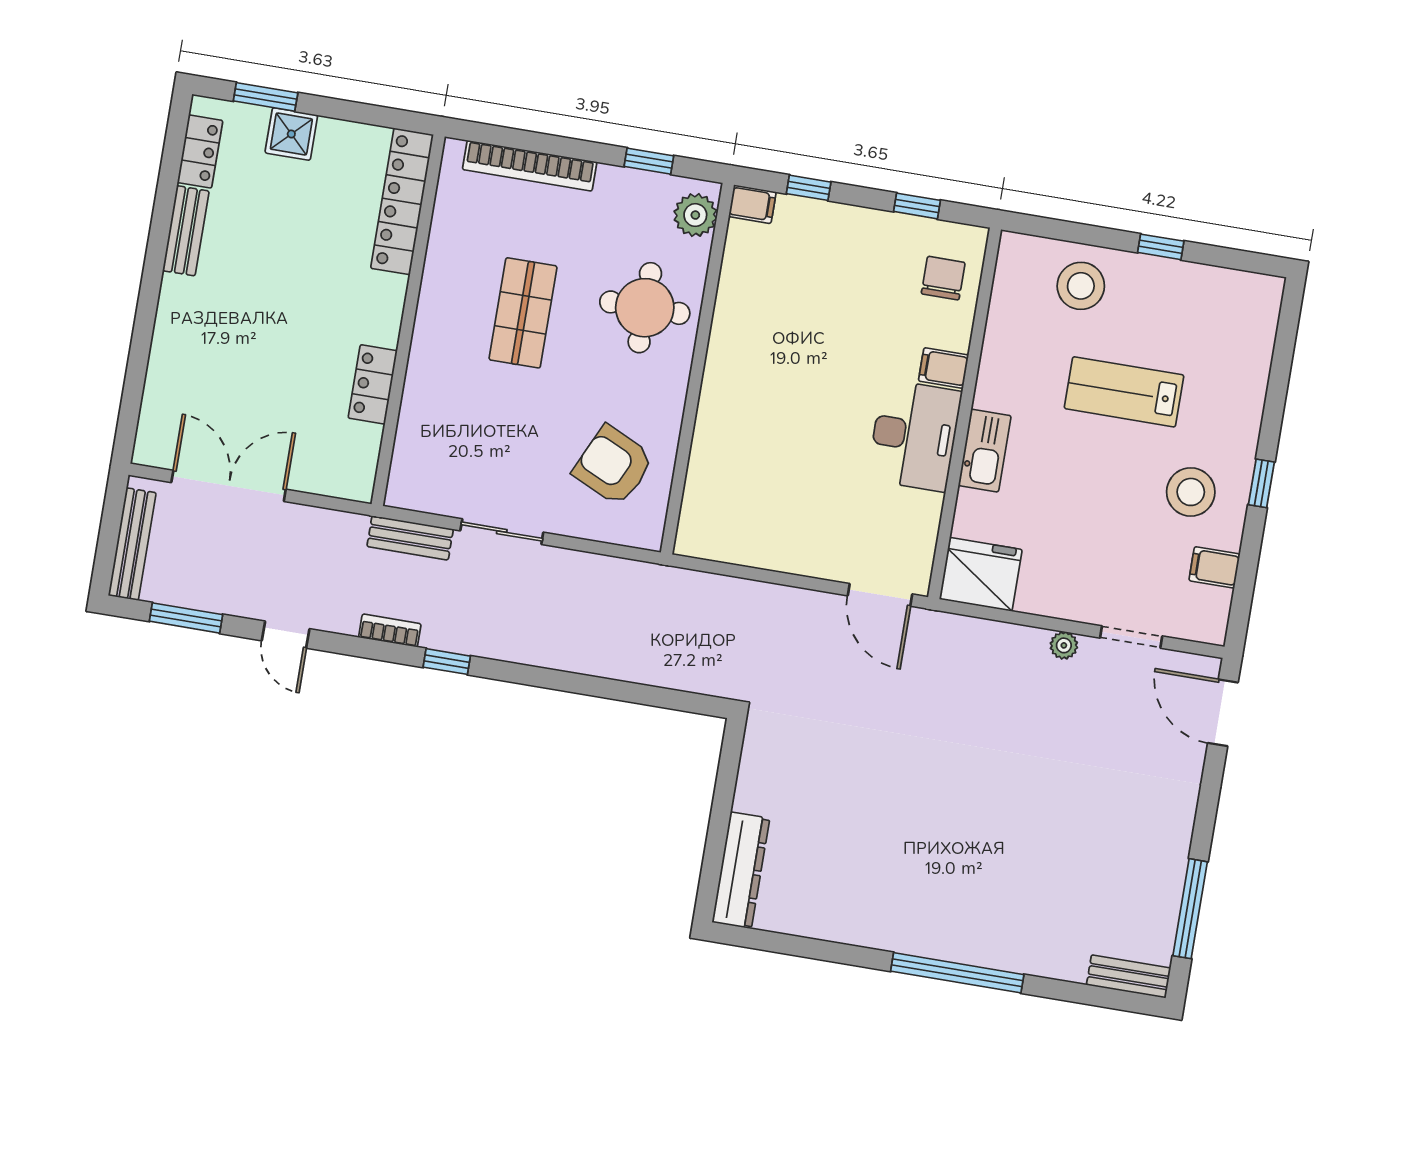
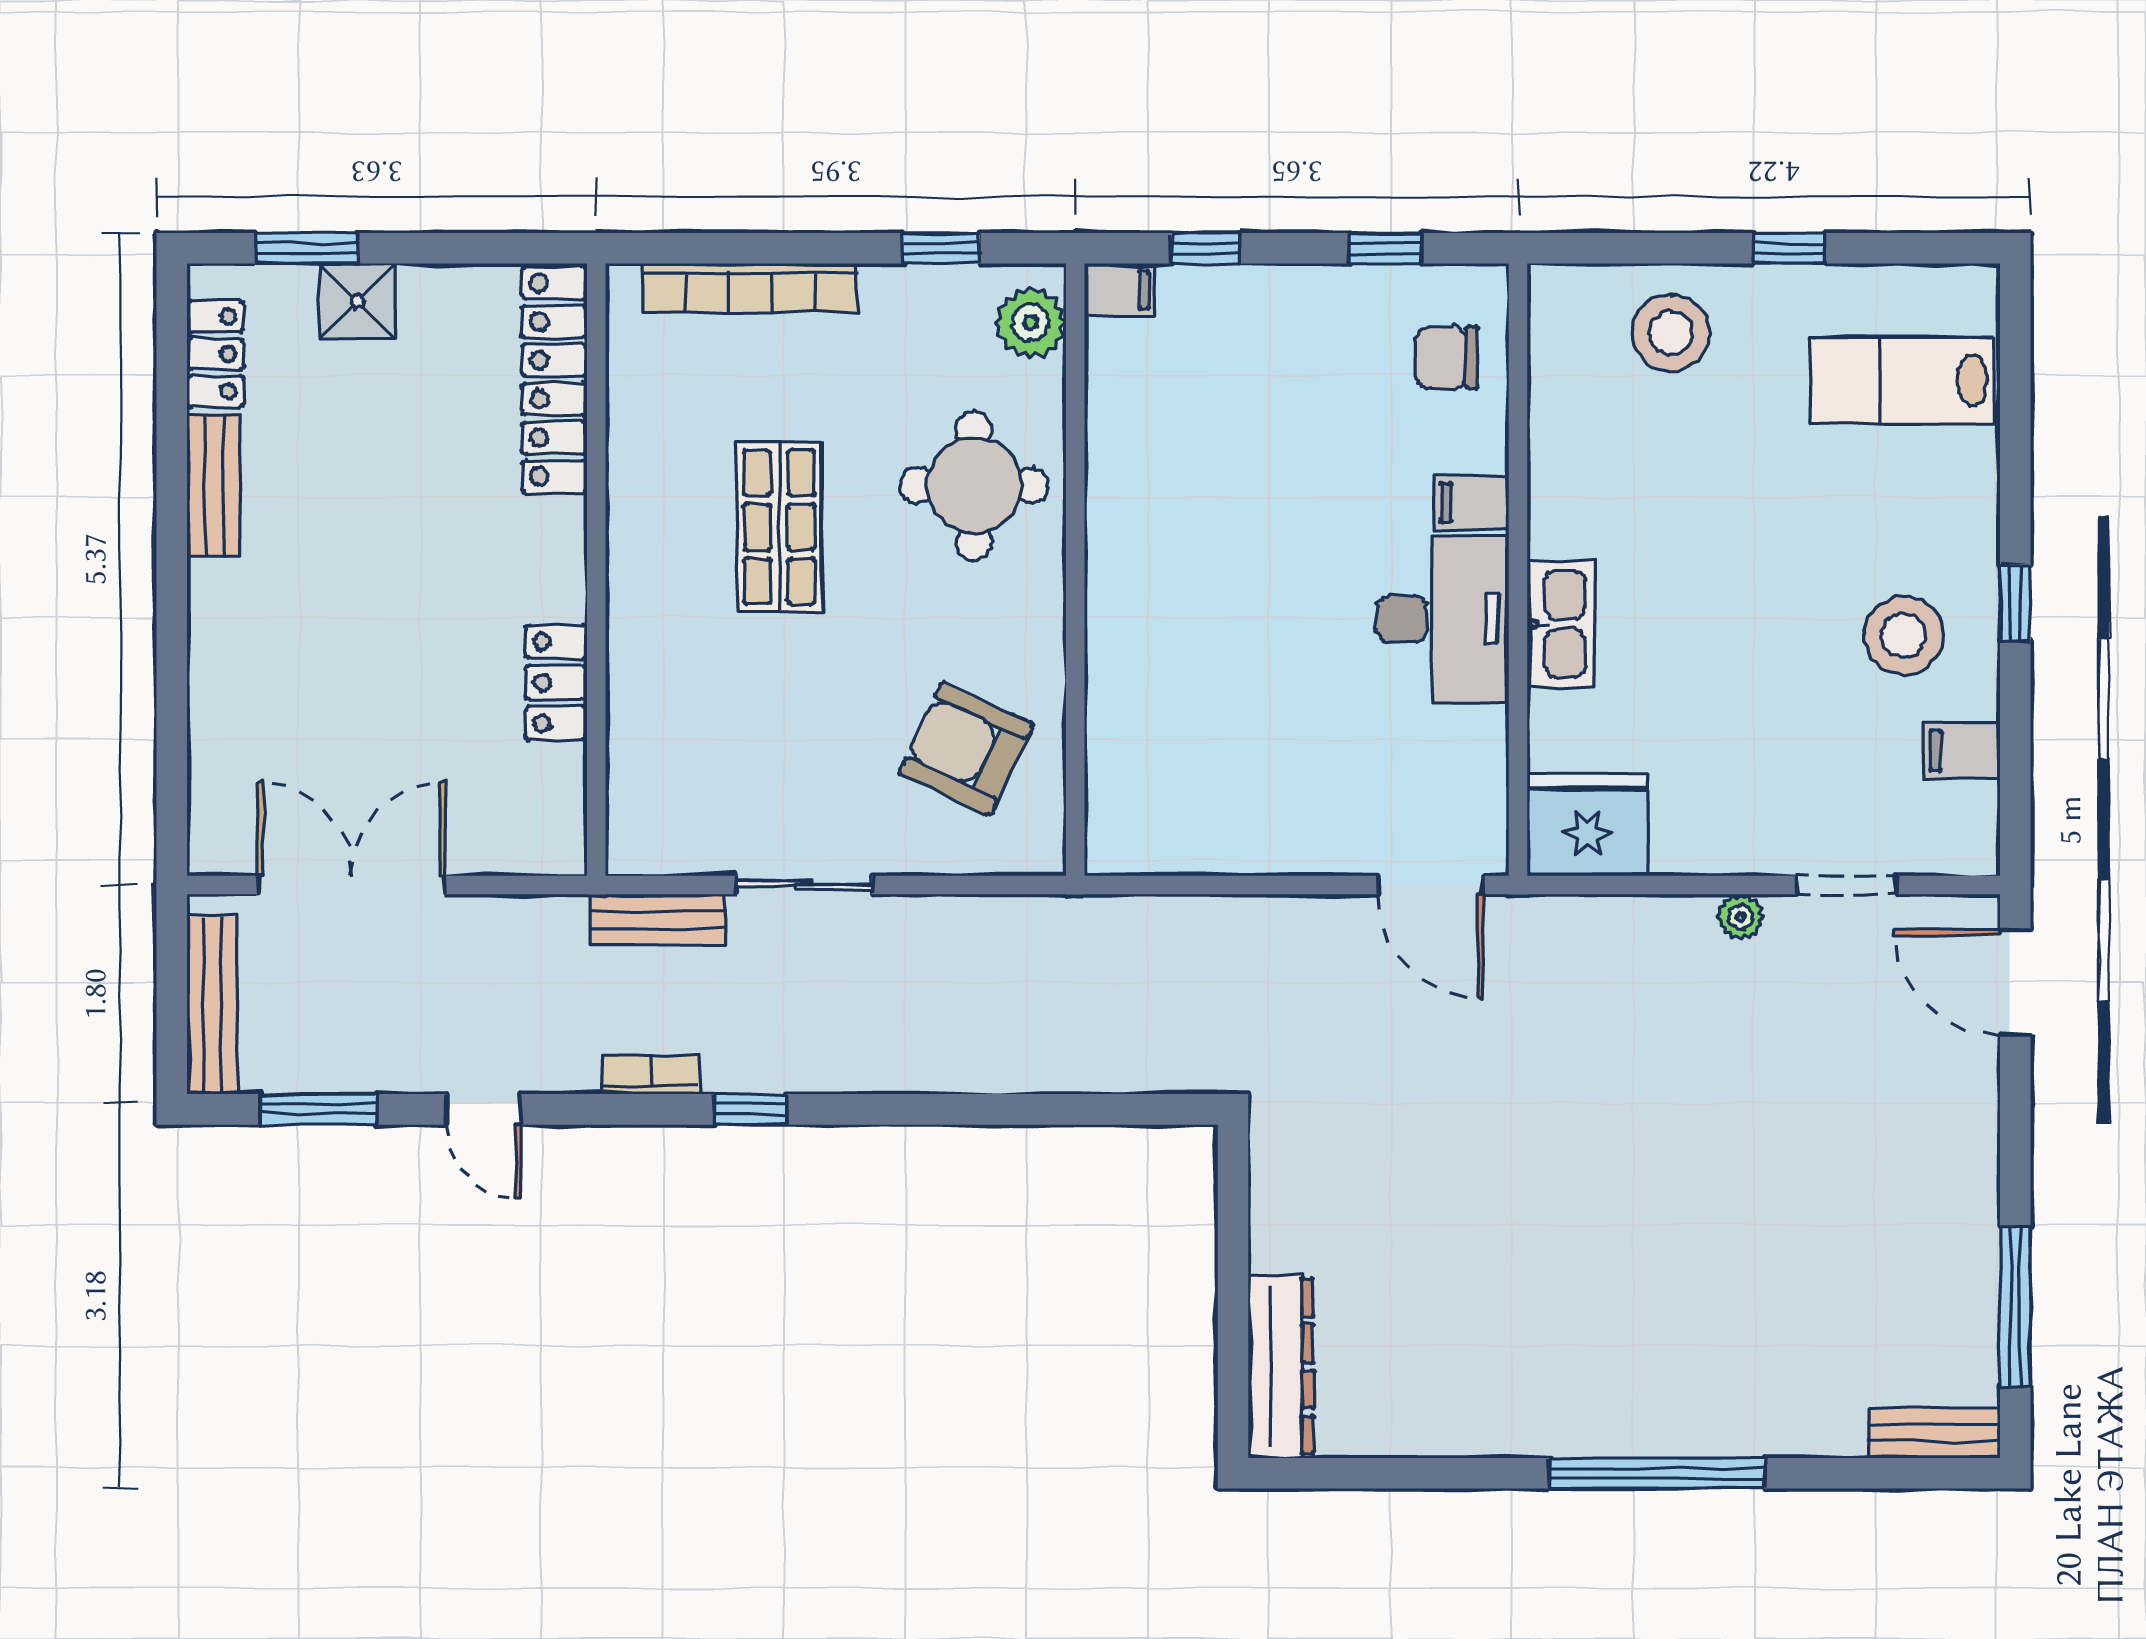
chair: (943, 278) -> (1447, 357), turned -90
lab bench: (1124, 392) -> (1902, 380), moved

